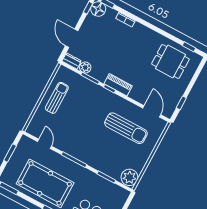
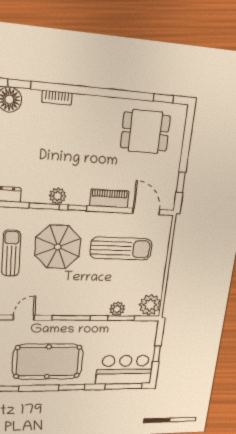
plant: (85, 67) -> (58, 196), moved
piano: (118, 85) -> (109, 198), moved
parasol: (87, 108) -> (58, 247), added
door: (45, 144) -> (24, 318), hinge flipped
plant: (106, 169) -> (117, 309), added

